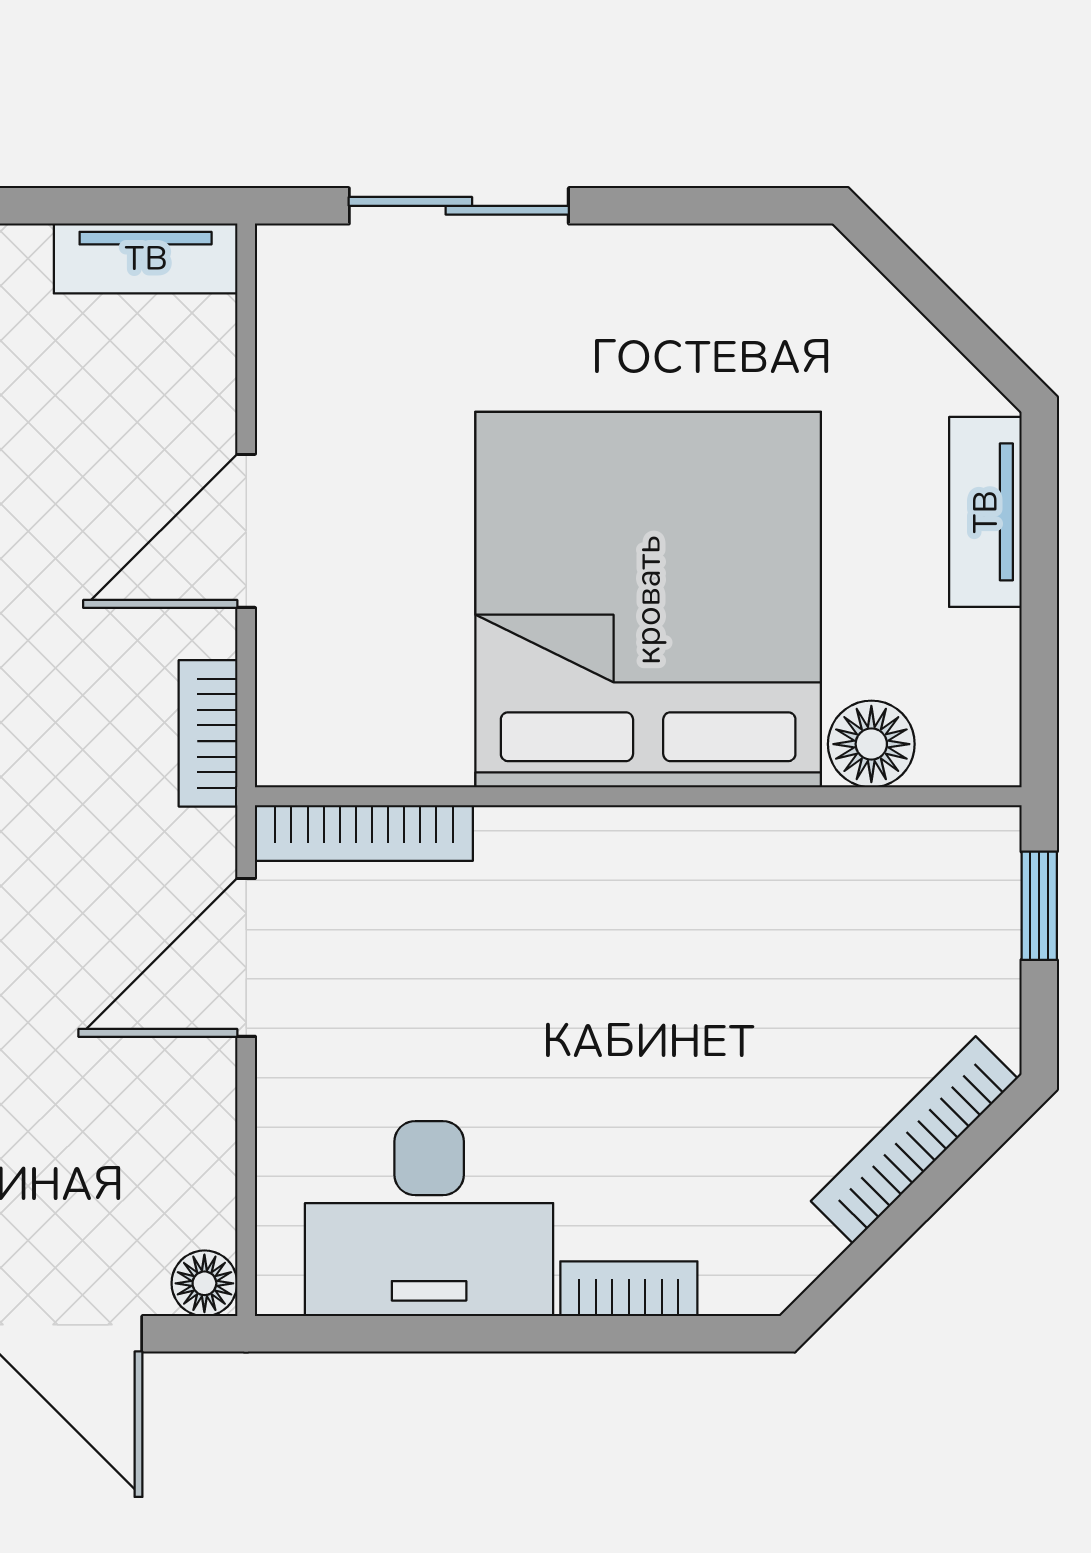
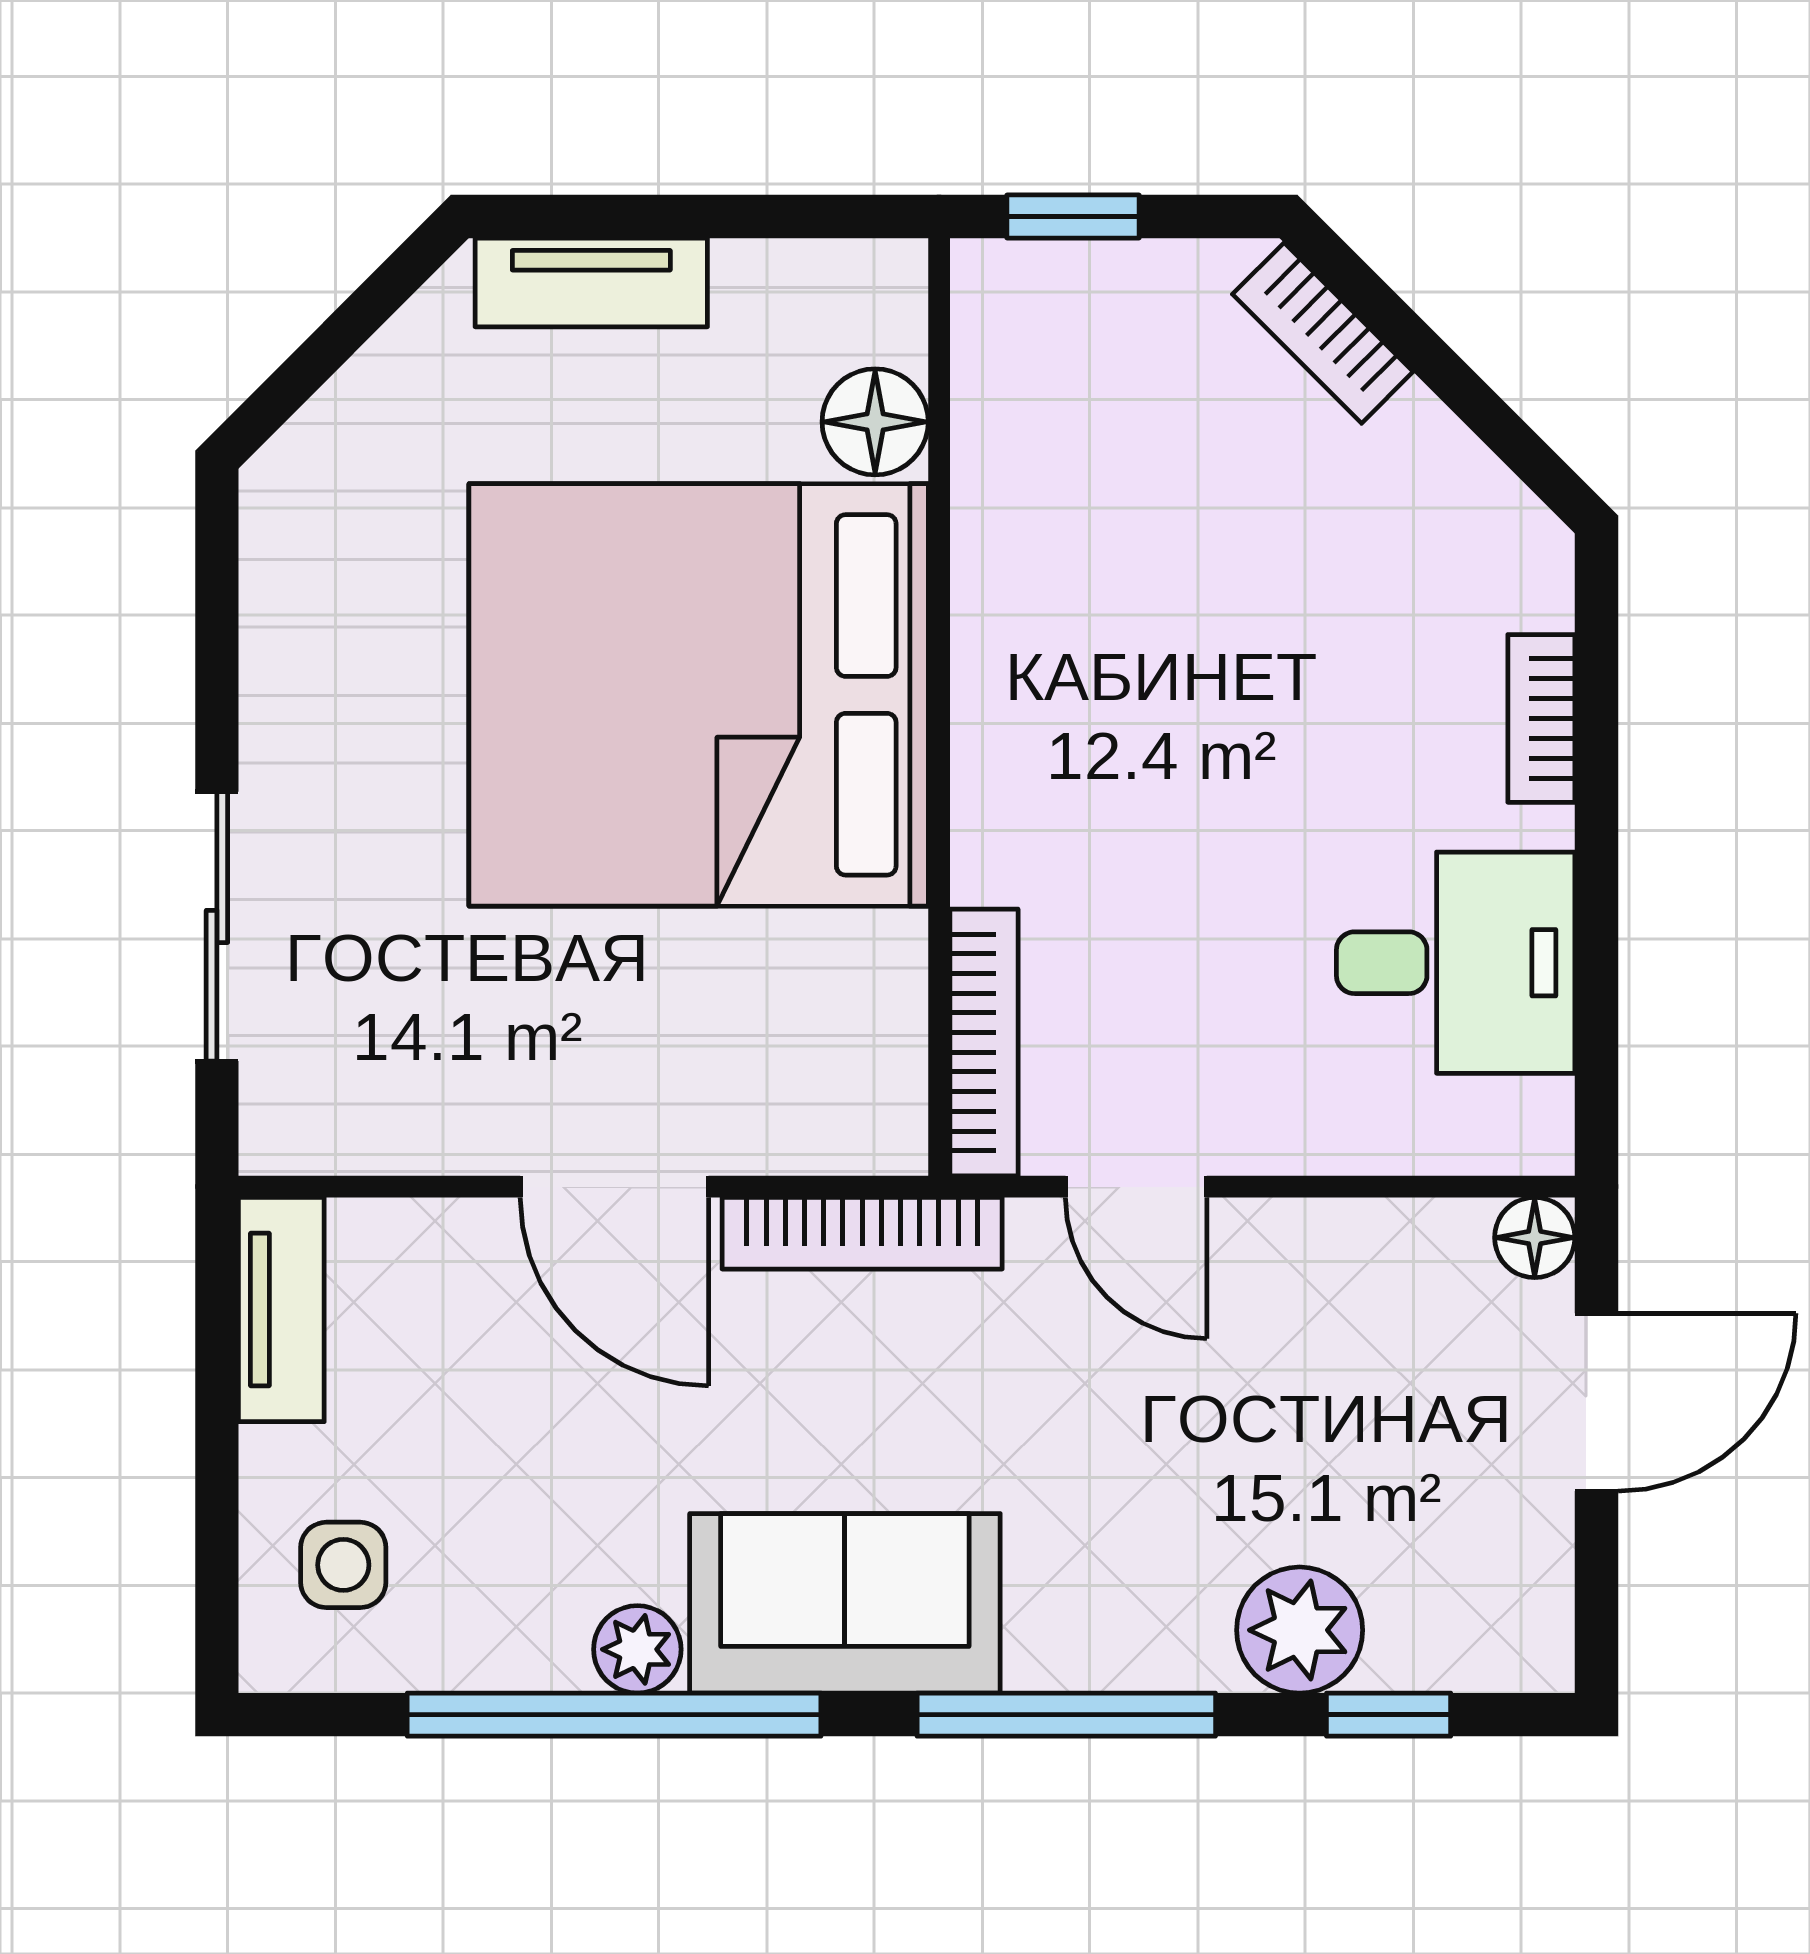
bookcase: (208, 733) -> (862, 1233), width x1.56
door: (246, 957) -> (1136, 1187), width x0.73
bookcase: (914, 1140) -> (1323, 333), width x0.64
desk: (429, 1219) -> (1456, 963), width x0.73

